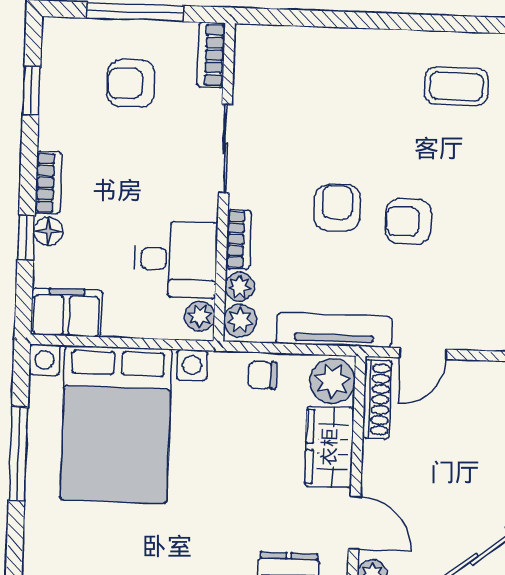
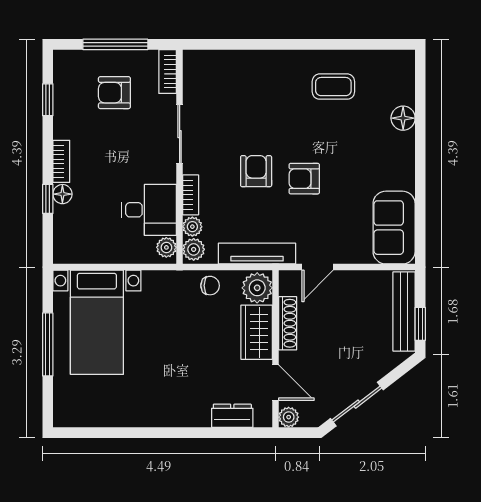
filing cabinet: (66, 312) -> (77, 248), removed
chair: (263, 375) -> (210, 286), turned 180
shoe rack: (377, 399) -> (288, 323), moved
bed with nightstands: (116, 424) -> (97, 322), width x0.73

